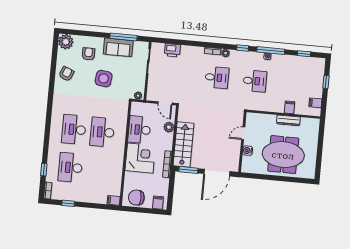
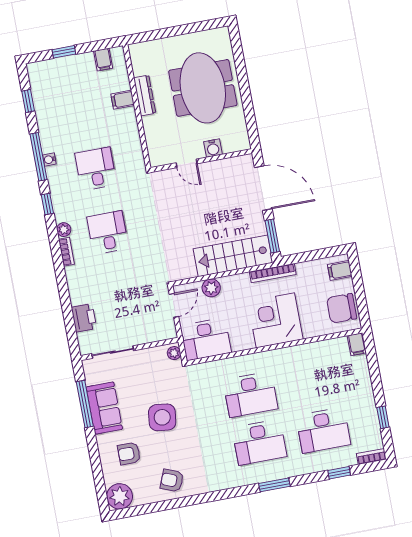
desk: (139, 130) -> (206, 339), moved
window: (47, 131) -> (274, 485), added
chair: (136, 198) -> (342, 308), turned 90

